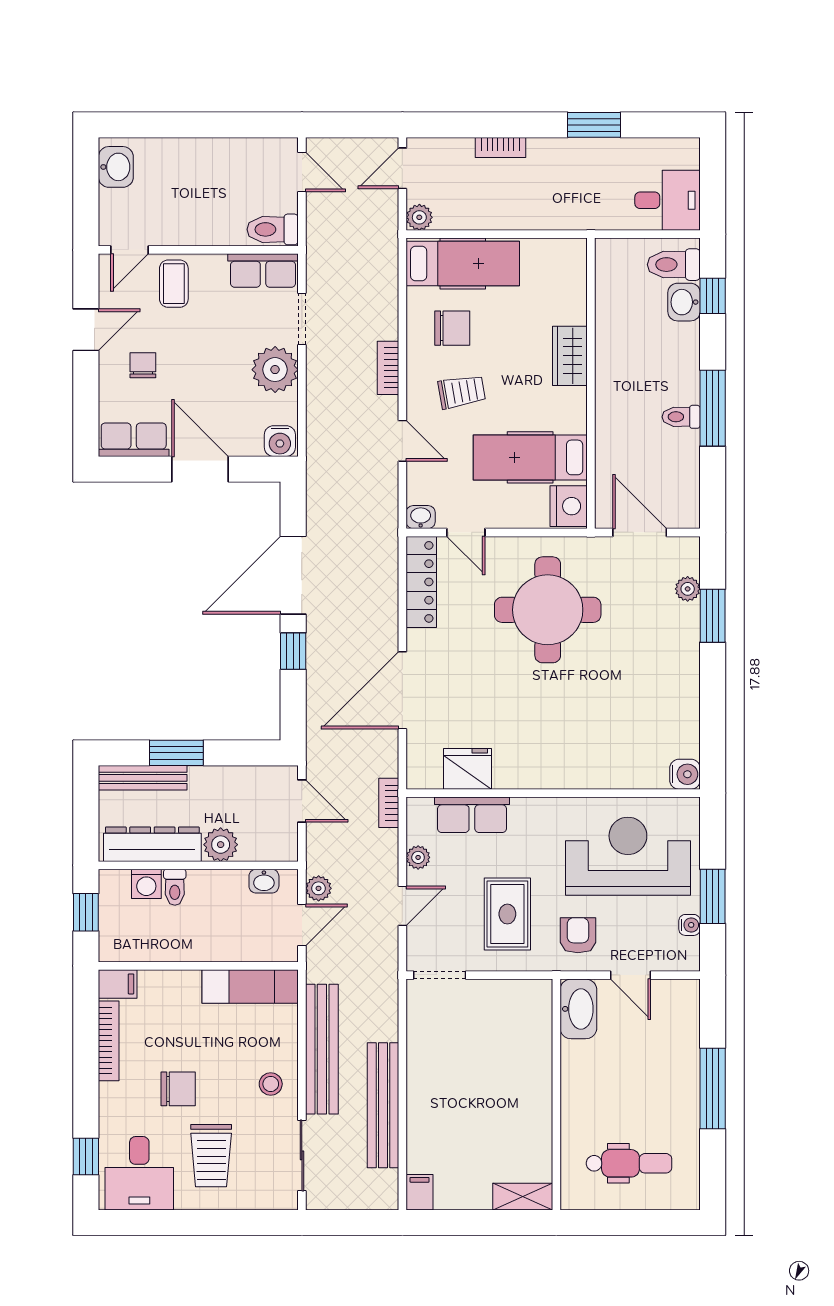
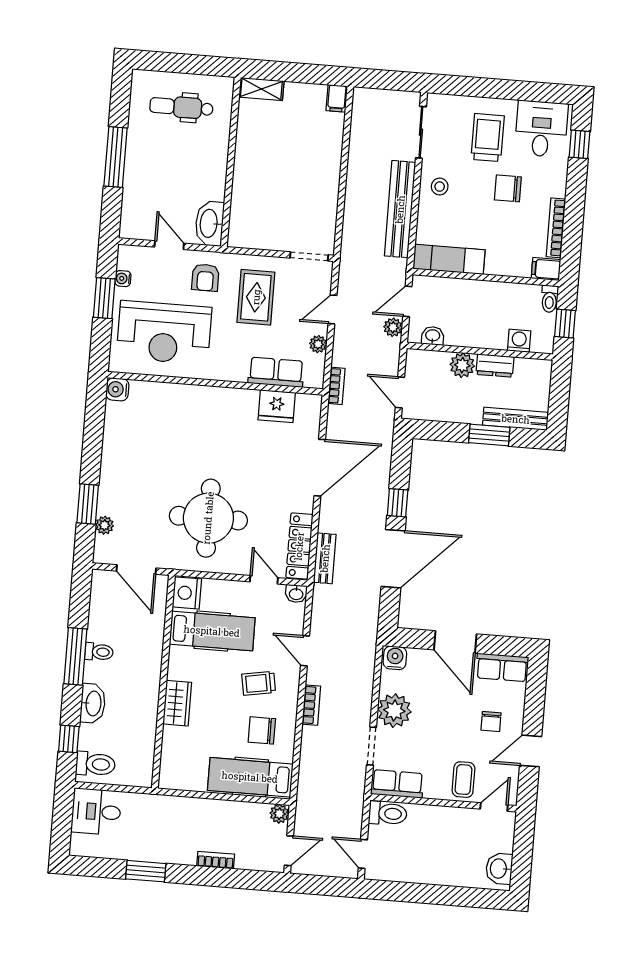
washbasin: (684, 302) -> (93, 703), moved, width x1.38
dresser: (152, 844) -> (495, 366), width x0.51, depth x0.80
toilet: (175, 887) -> (550, 299), moved, turned 180
bench: (383, 1105) -> (325, 558), moved, width x0.54, depth x0.82

